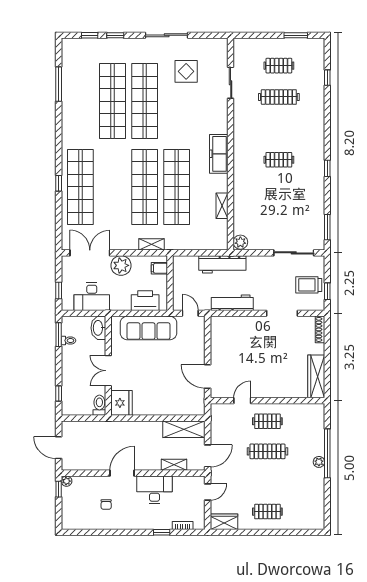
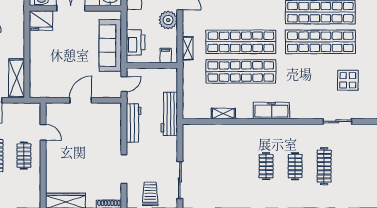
clothes rail: (279, 66) -> (295, 166), moved
plant: (240, 242) -> (190, 131), removed
door: (208, 376) -> (81, 100), moved

